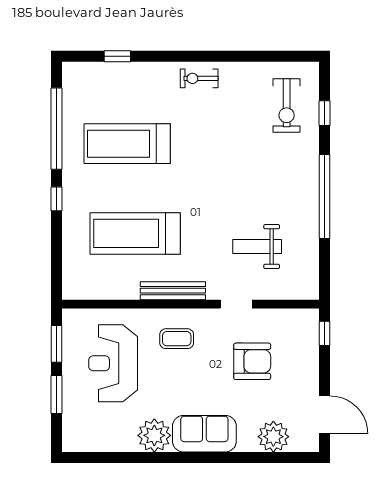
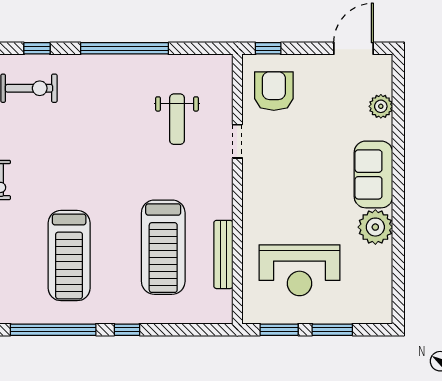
bench: (173, 291) -> (223, 254), moved
coffee table: (177, 339) -> (274, 204), removed
armchair: (252, 361) -> (274, 91), moved
plant: (273, 437) -> (381, 106), width x0.73, depth x0.73

